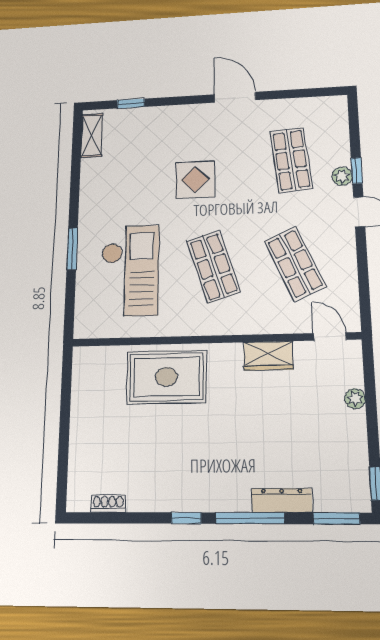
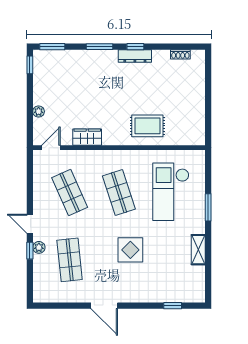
shelving: (92, 135) -> (198, 250), moved
door: (330, 337) -> (51, 148), swing flipped
rug: (166, 377) -> (147, 126), width x0.73, depth x0.70
dresser: (282, 500) -> (135, 56), moved
window: (250, 518) -> (100, 47), width x0.69

